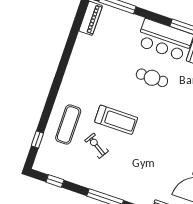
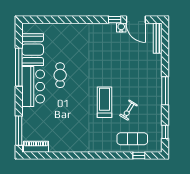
cafe table: (152, 78) -> (60, 75), moved
exercise mat: (68, 125) -> (132, 139), moved

